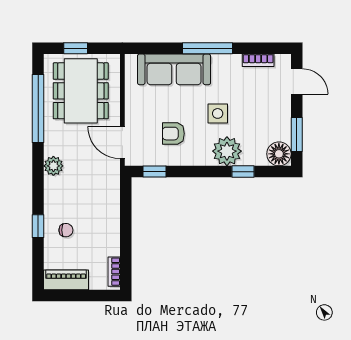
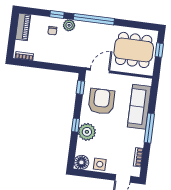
window: (38, 109) -> (94, 19), moved
side table: (218, 113) -> (100, 164), moved
armchair: (173, 134) -> (101, 101), width x1.88, depth x1.88
window: (297, 135) -> (91, 174), removed
plant: (53, 166) -> (69, 25), moved
window: (243, 172) -> (76, 125), moved

